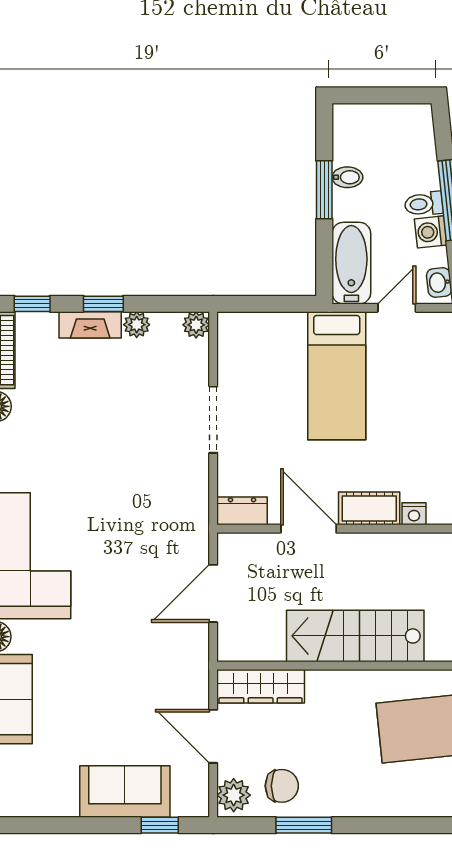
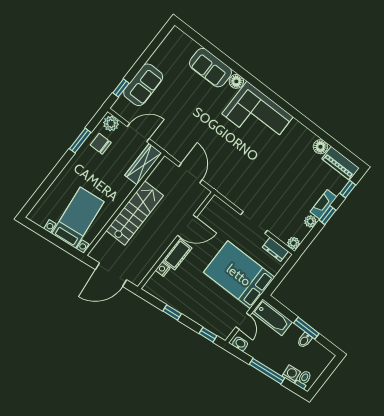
toilet: (424, 204) -> (304, 379), moved
washing machine: (431, 232) -> (291, 374), moved
bed: (337, 376) -> (239, 275), width x1.50
dresser: (242, 511) -> (275, 249), moved, turned 90
chair: (282, 786) -> (101, 144), turned 90

